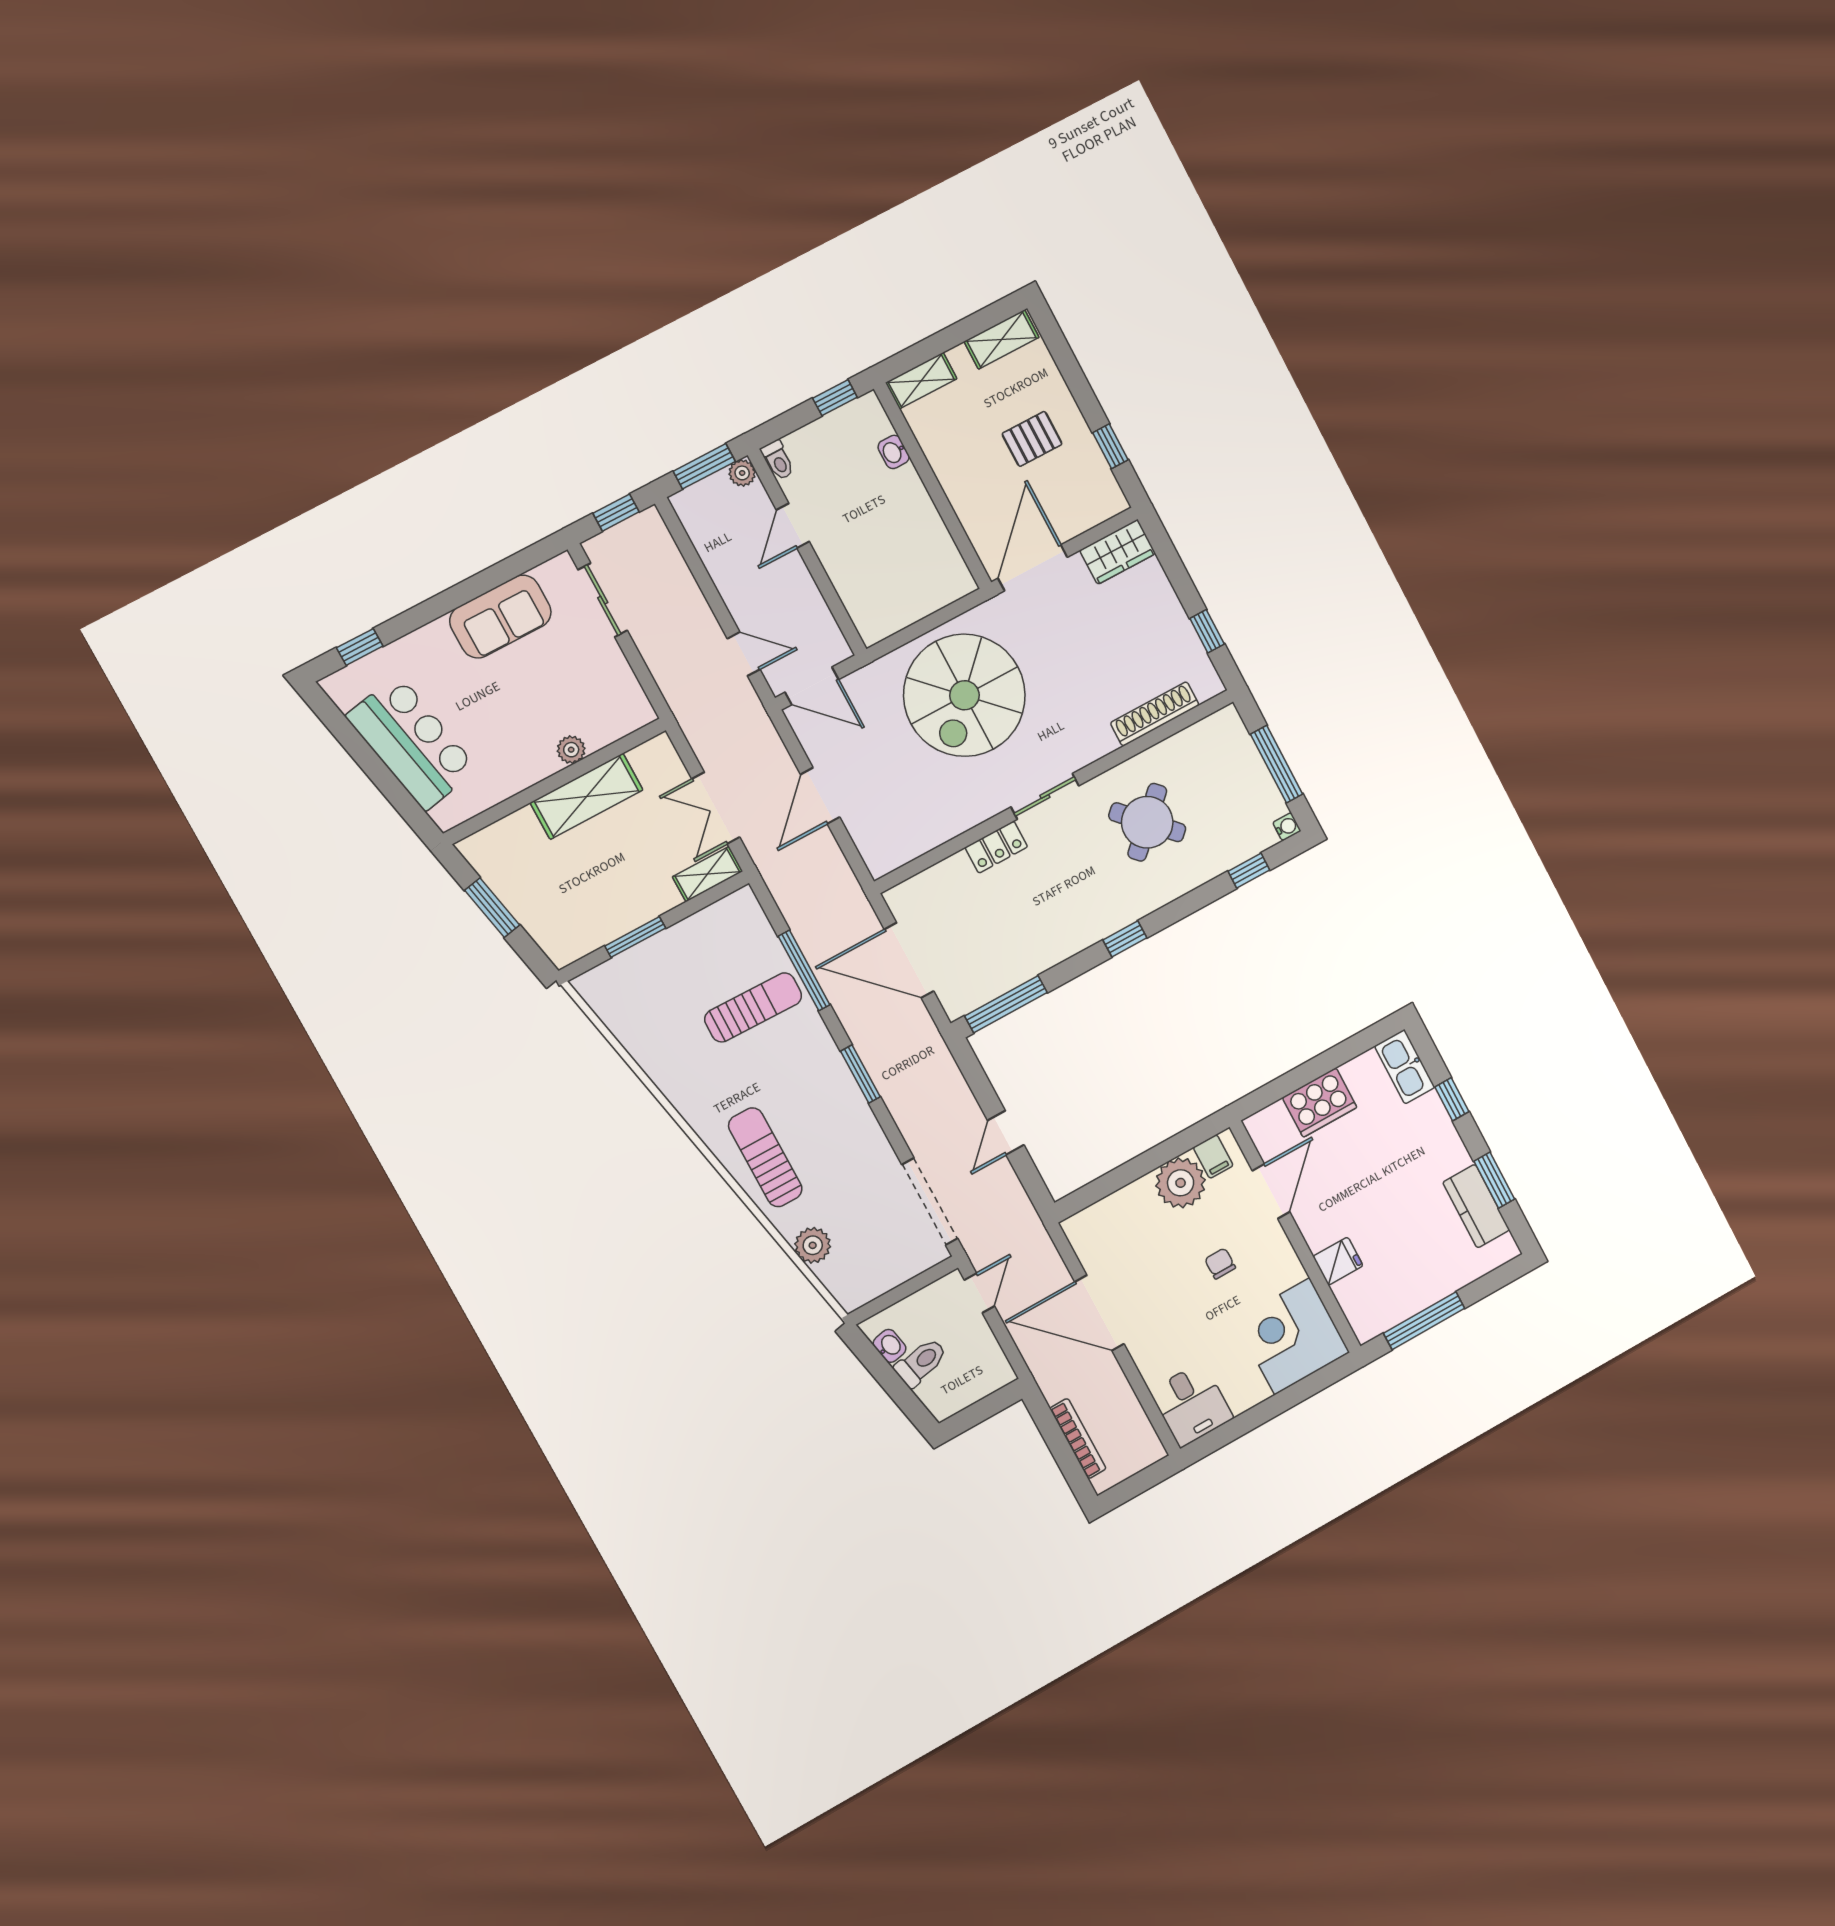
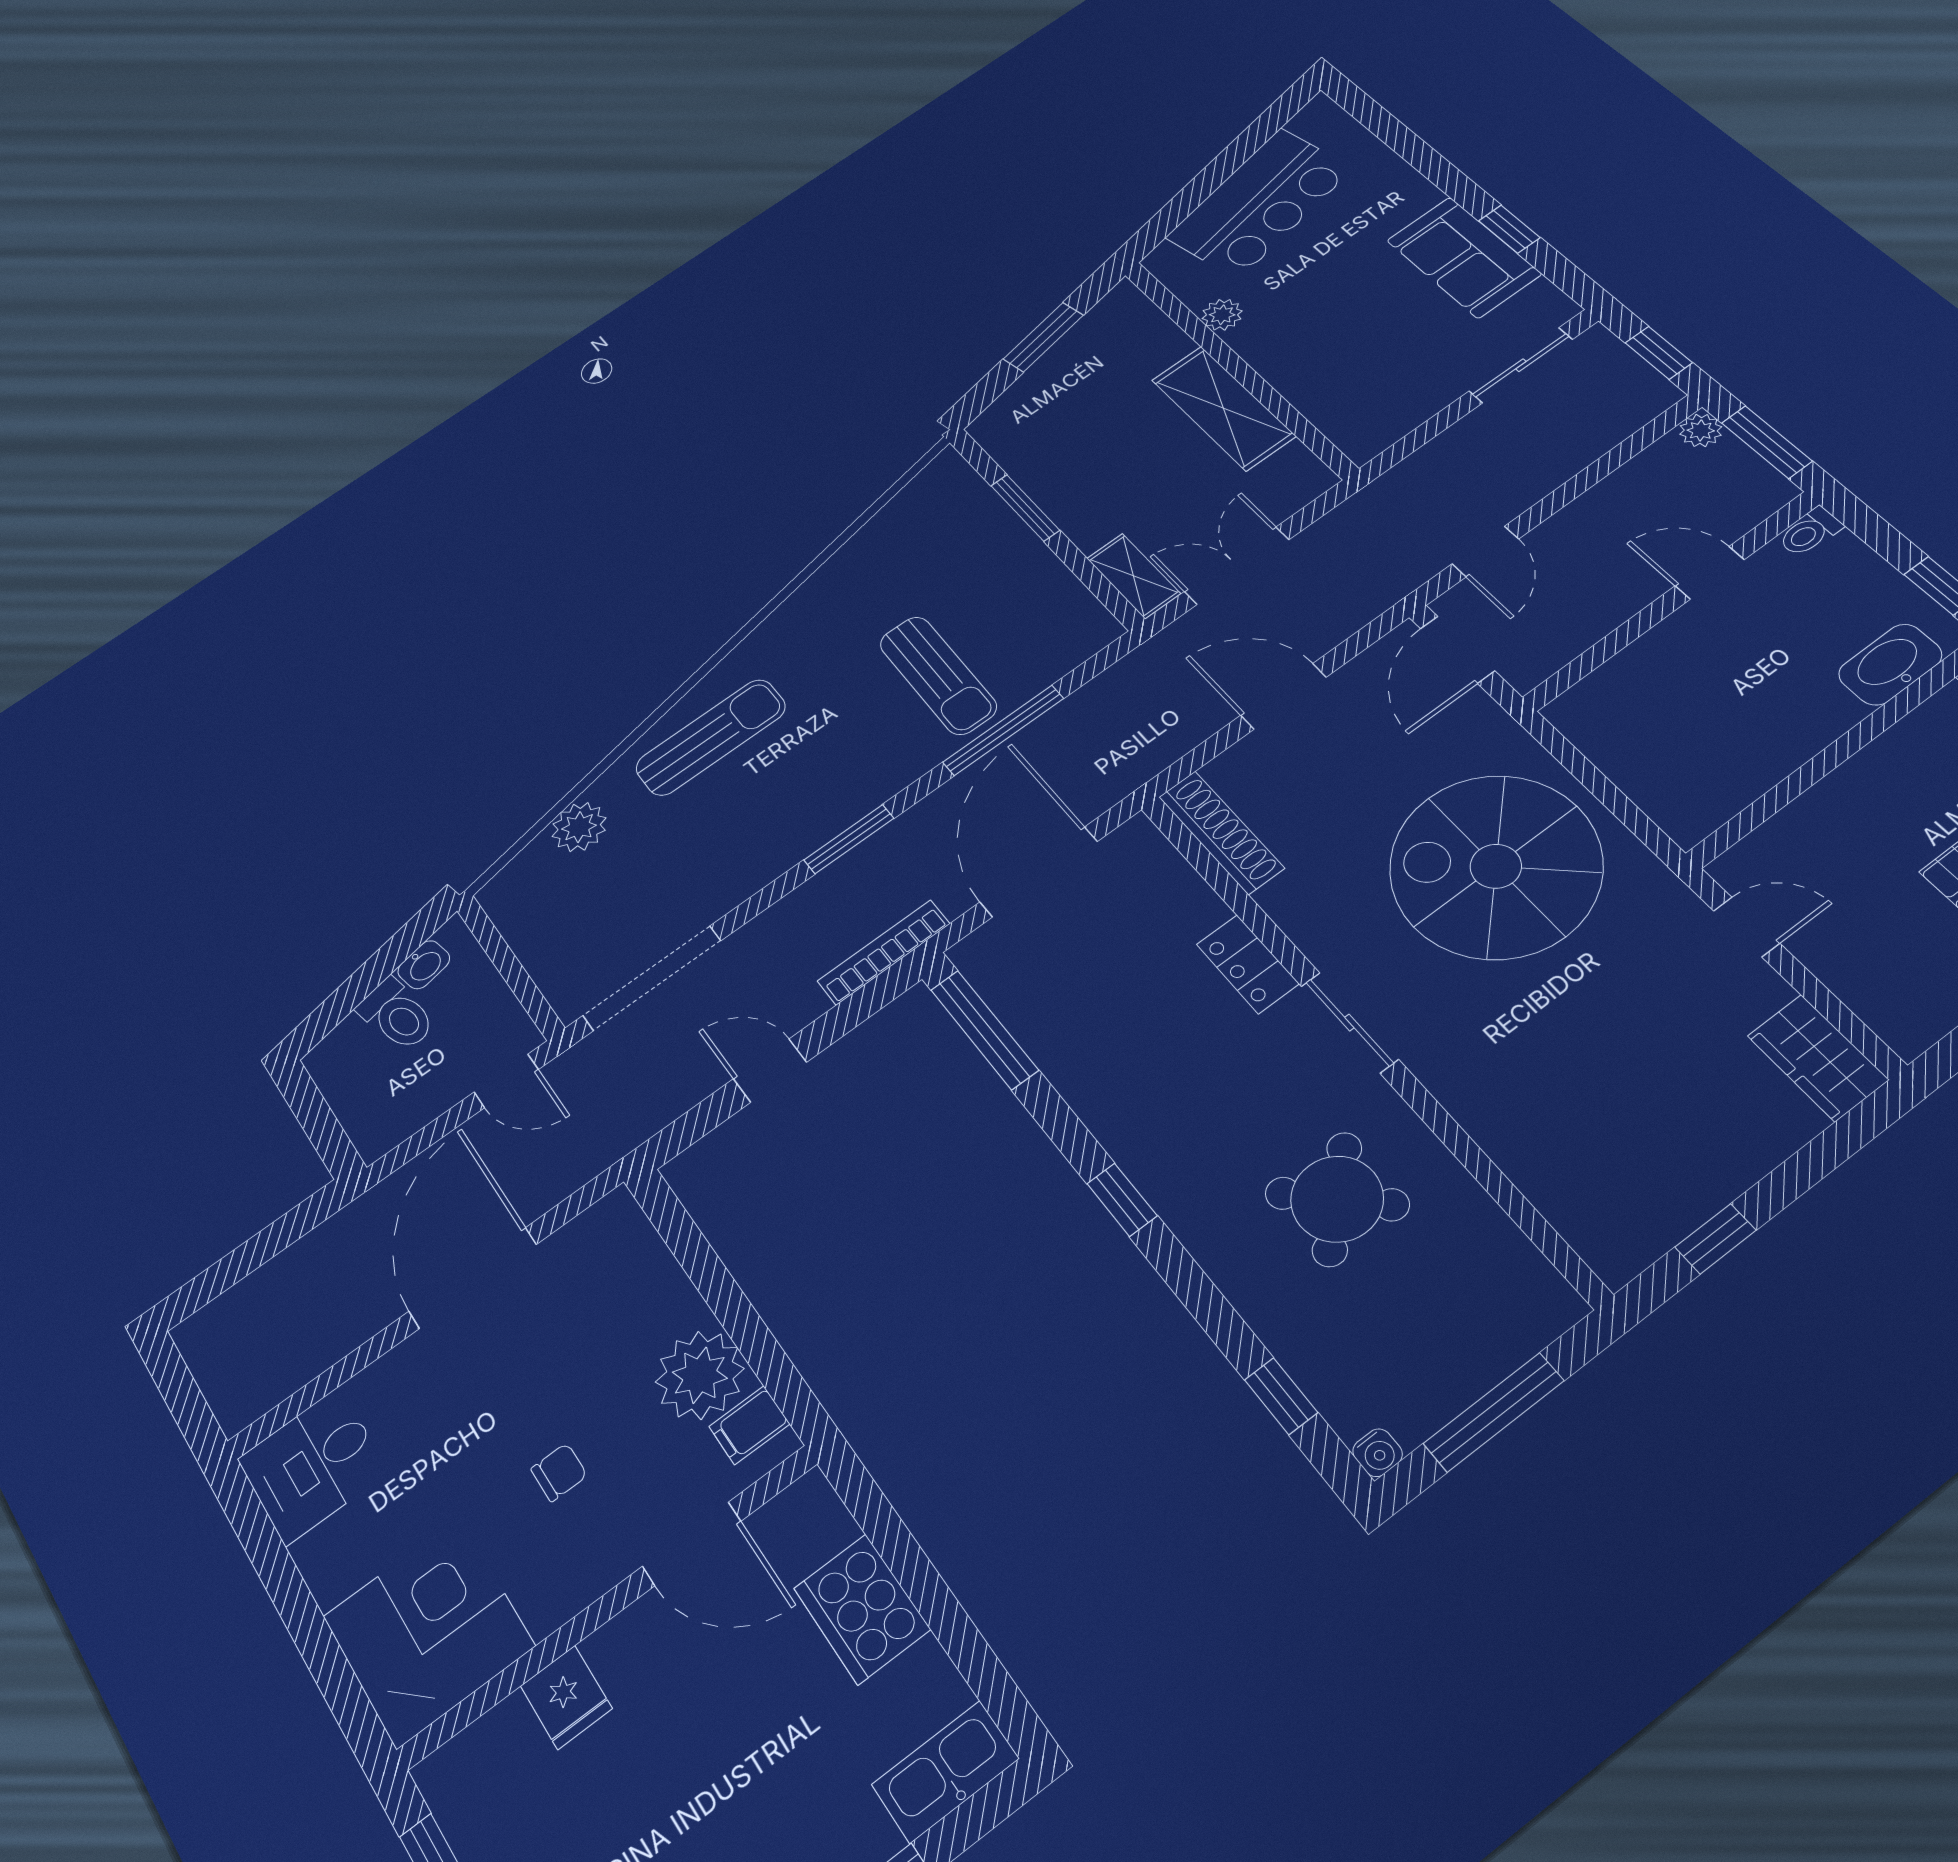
washbasin: (894, 452) -> (1890, 664), width x1.91, depth x1.45
plant: (742, 473) -> (1701, 430), moved
door: (1033, 568) -> (1747, 927), width x0.53
window: (360, 647) -> (1509, 229), moved
shoe rack: (1155, 714) -> (1221, 832), moved
plant: (571, 750) -> (1222, 315), moved
bookcase: (1078, 1439) -> (884, 952), moved, turned 180

